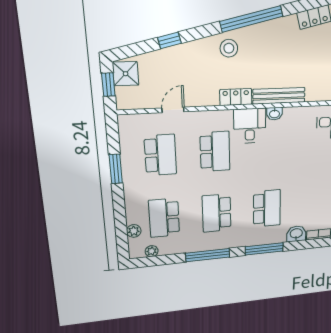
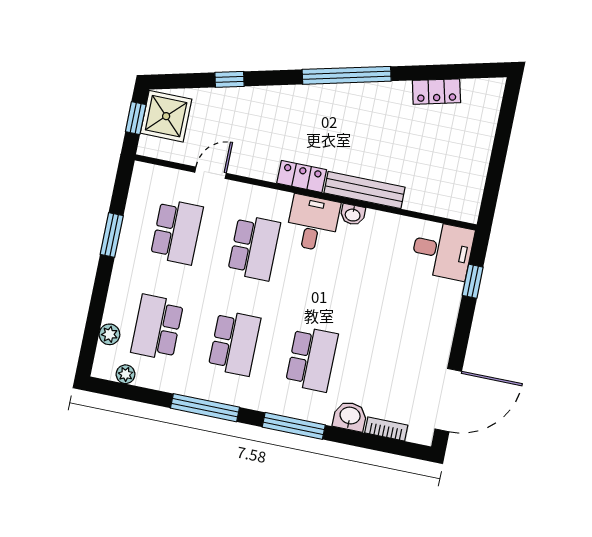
stool: (229, 48) -> (307, 107), removed
shower: (126, 74) -> (166, 116), width x1.36, depth x1.36
school desk: (217, 213) -> (234, 343), turned 180

